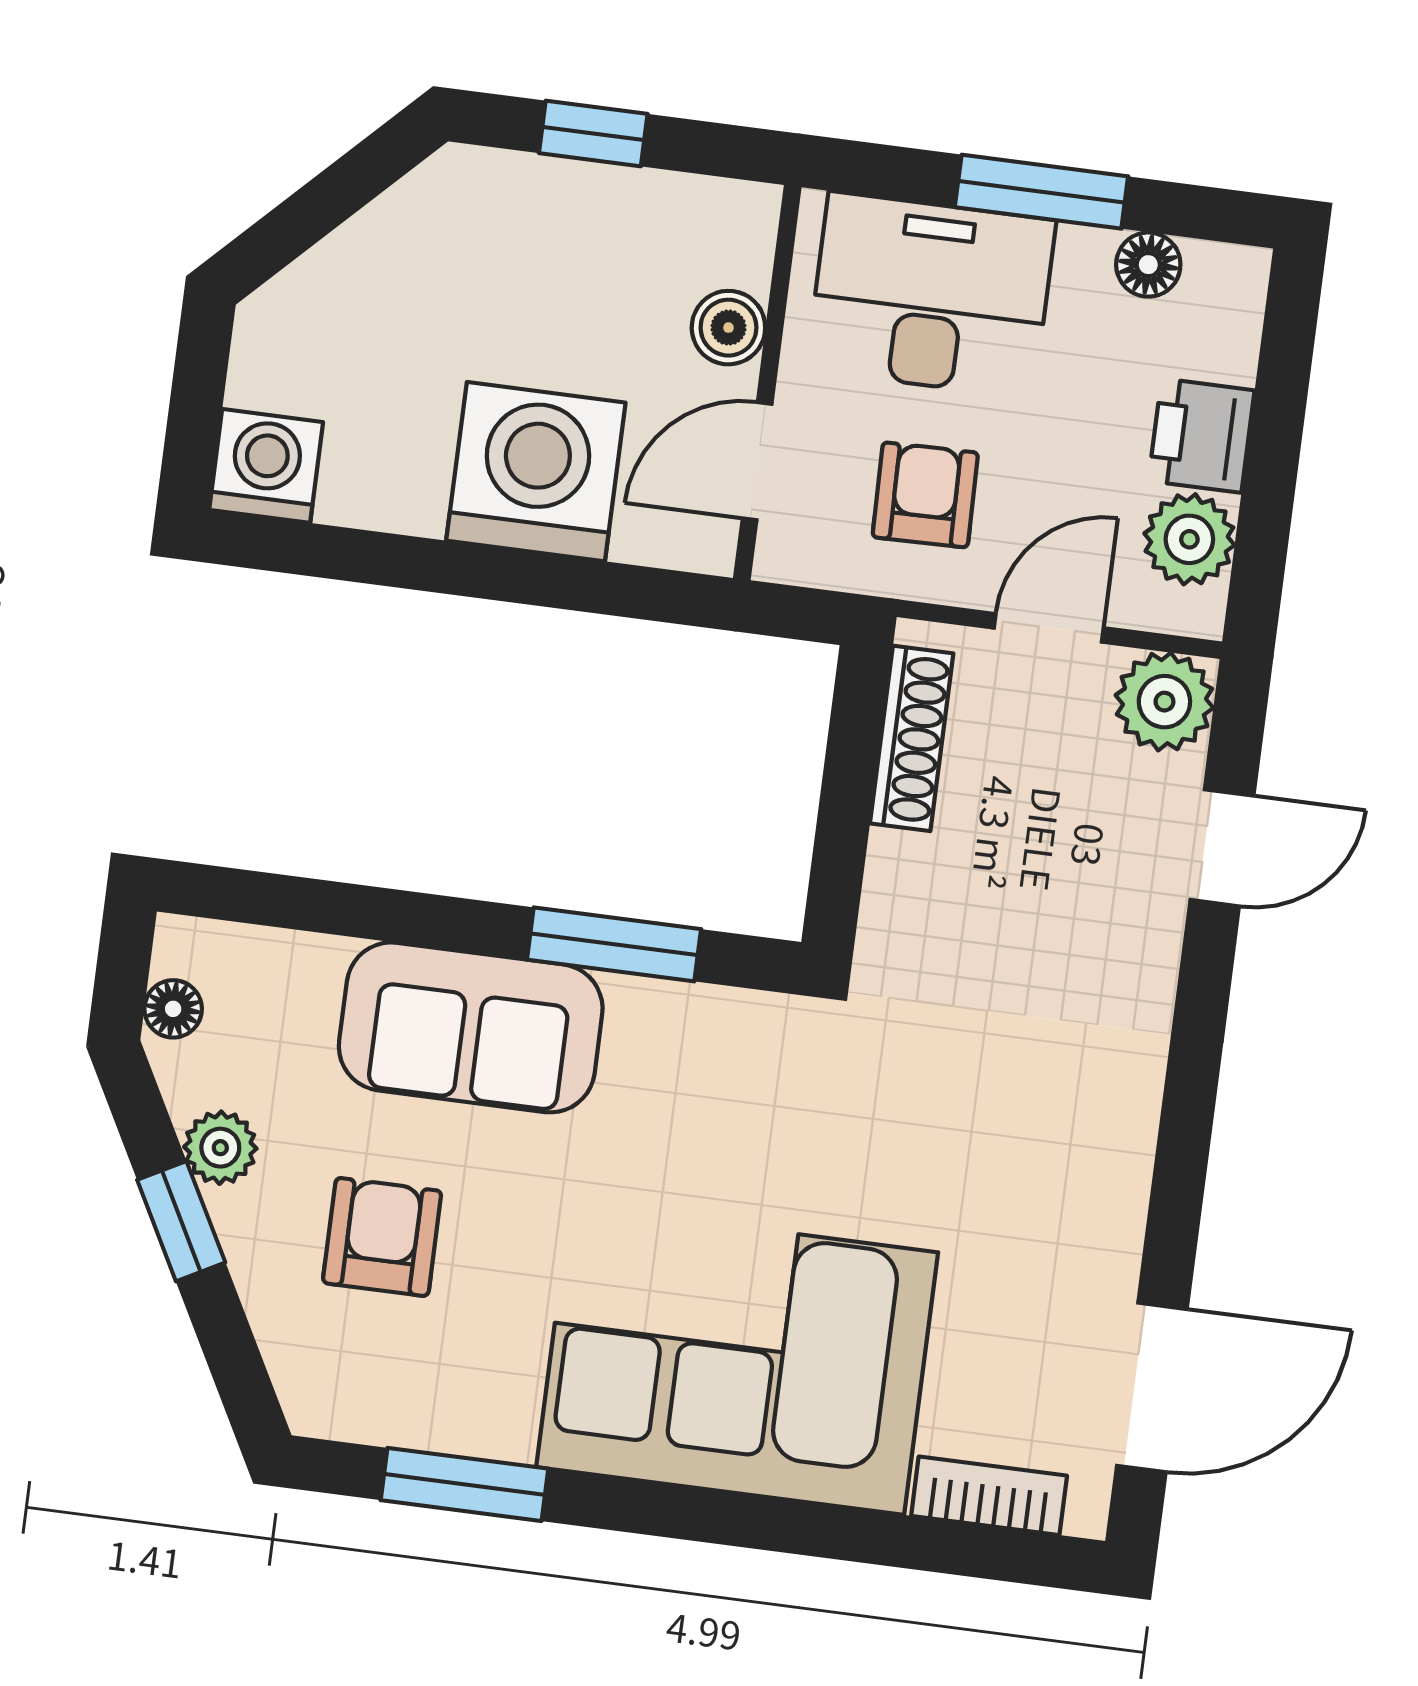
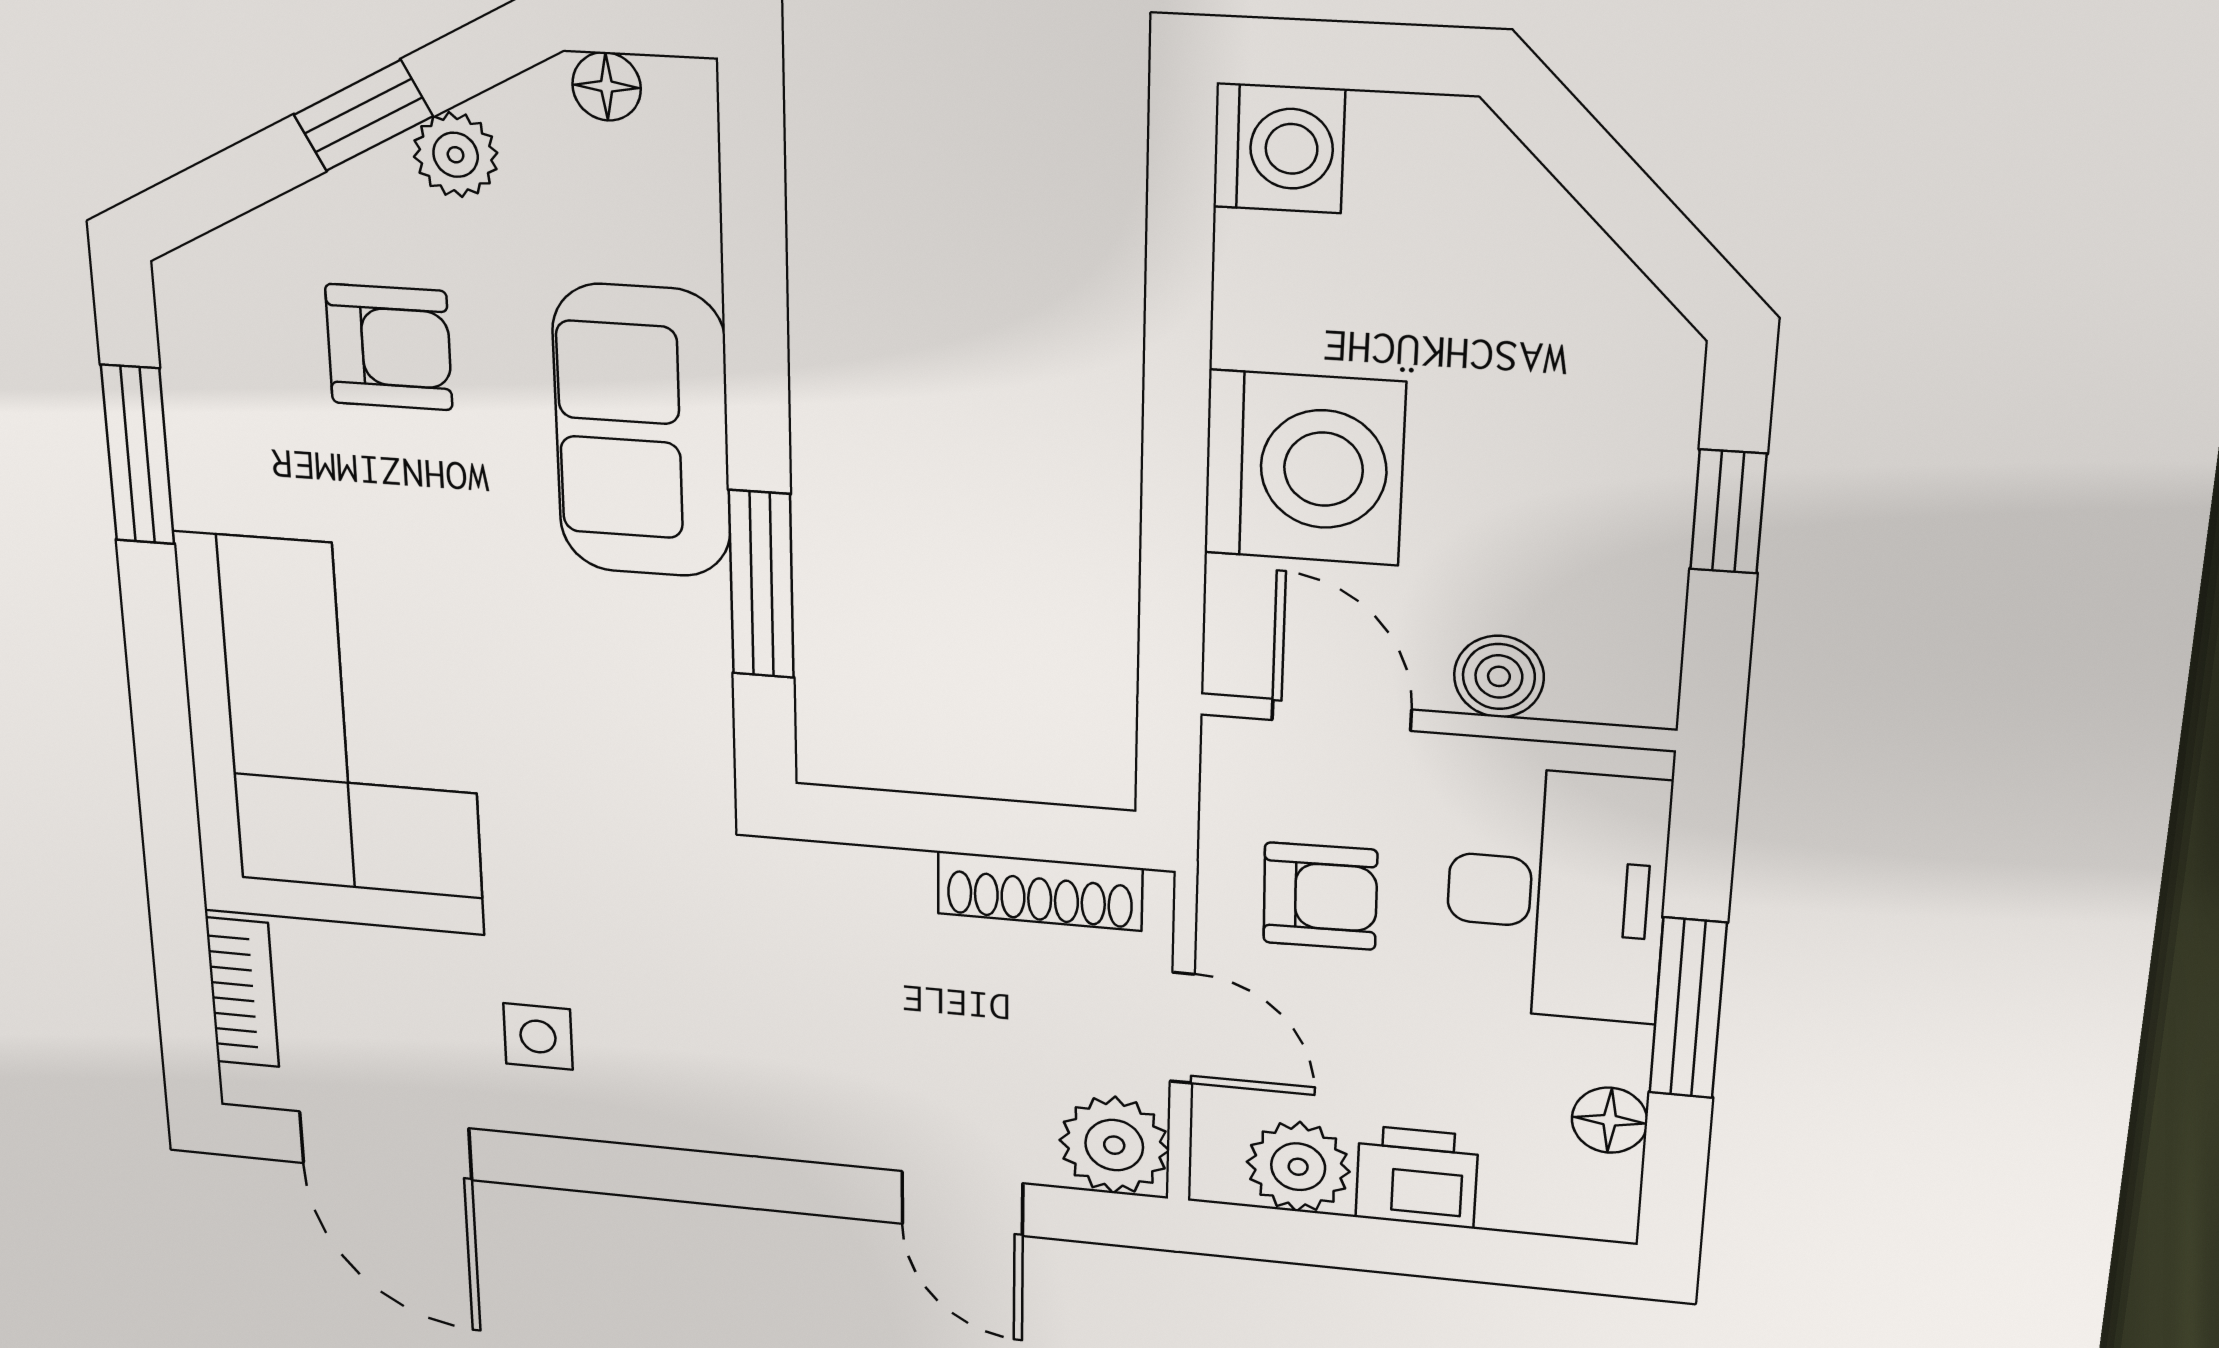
side table: (1042, 1219) -> (538, 1037), added

